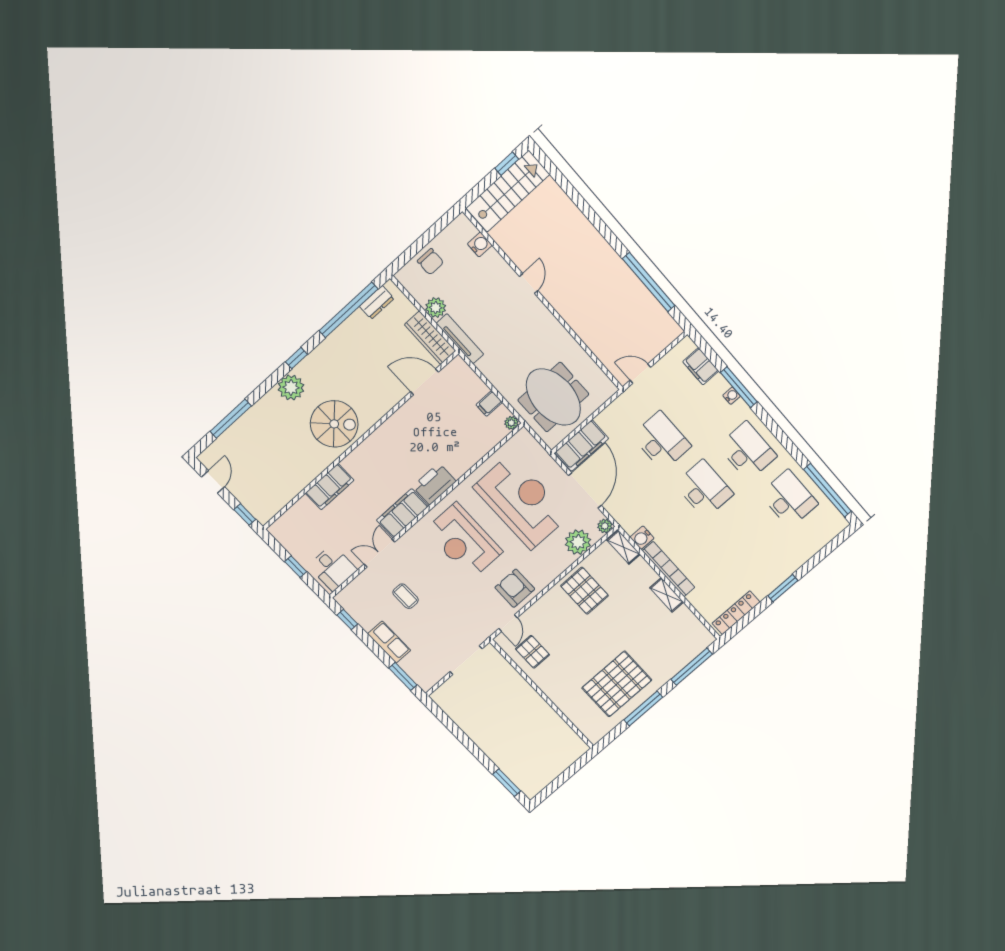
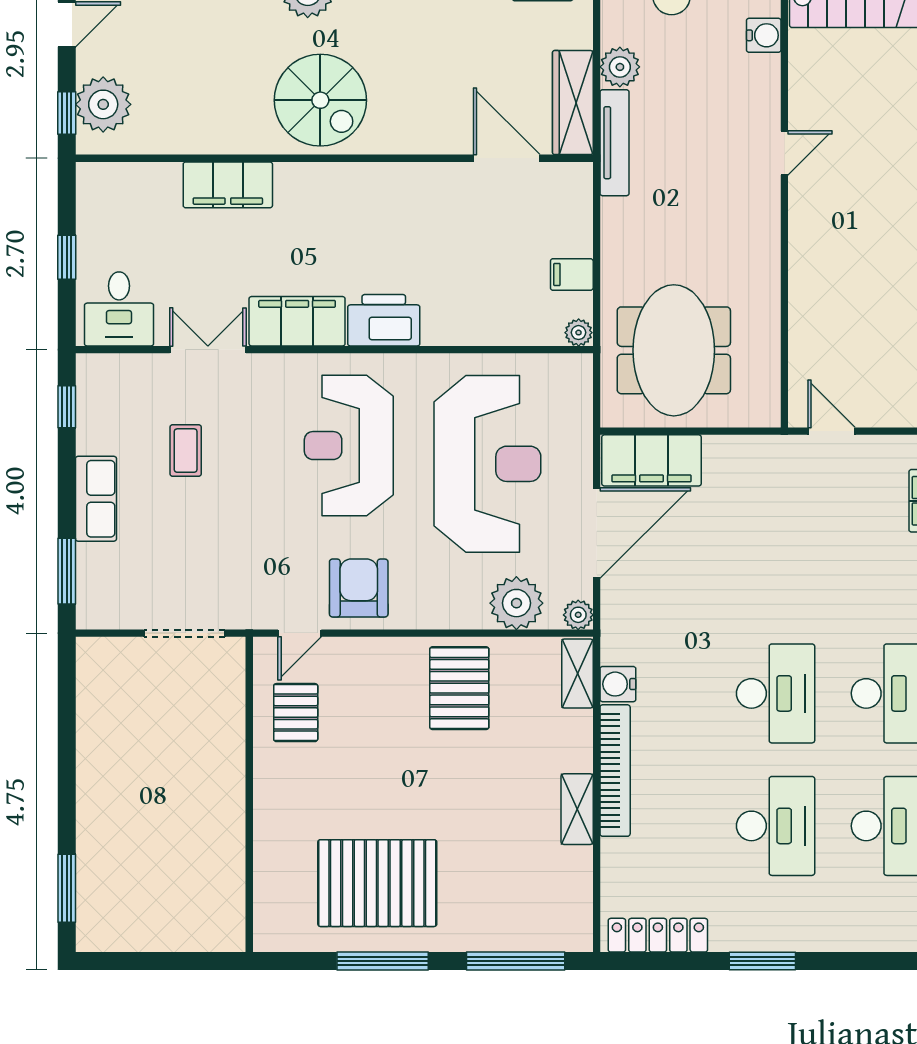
desk: (661, 441) -> (776, 826), moved
plant: (255, 499) -> (103, 104), added

